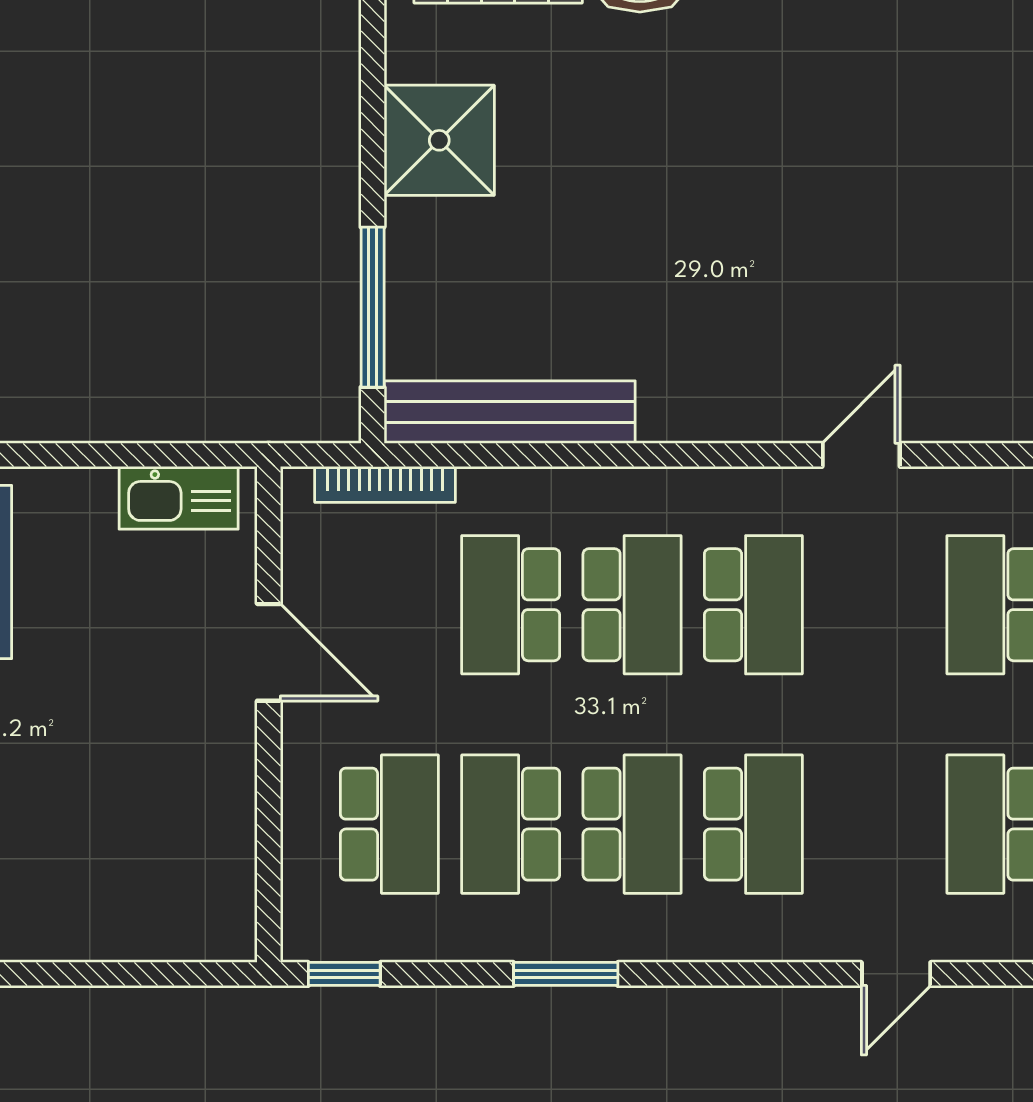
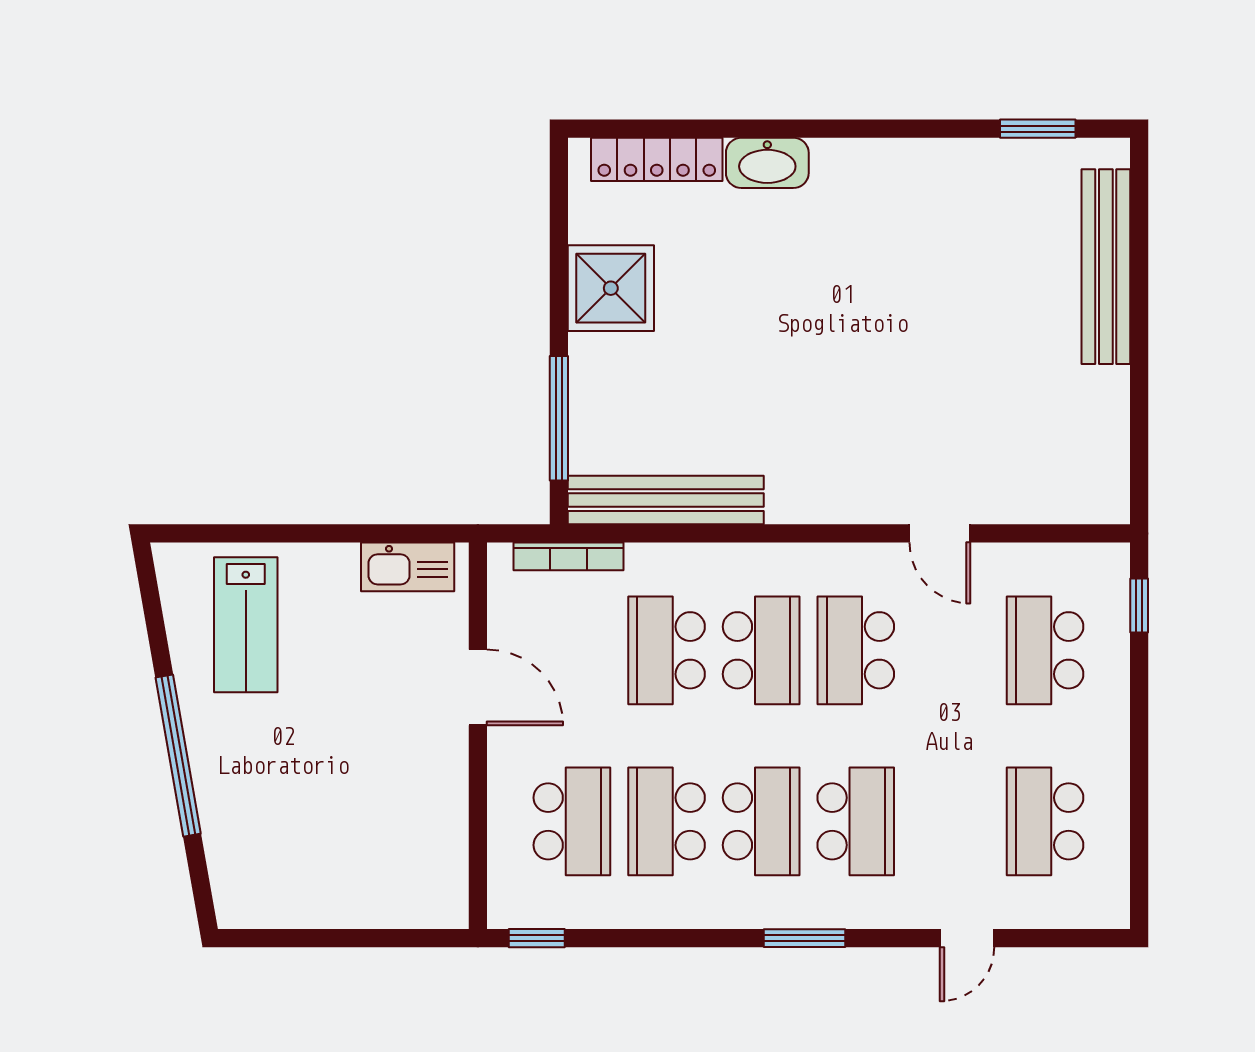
door: (861, 455) -> (940, 533), swing flipped
school desk: (753, 605) -> (856, 650), turned 180
window: (566, 974) -> (804, 938), moved

